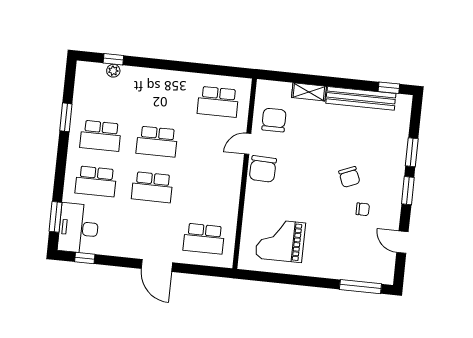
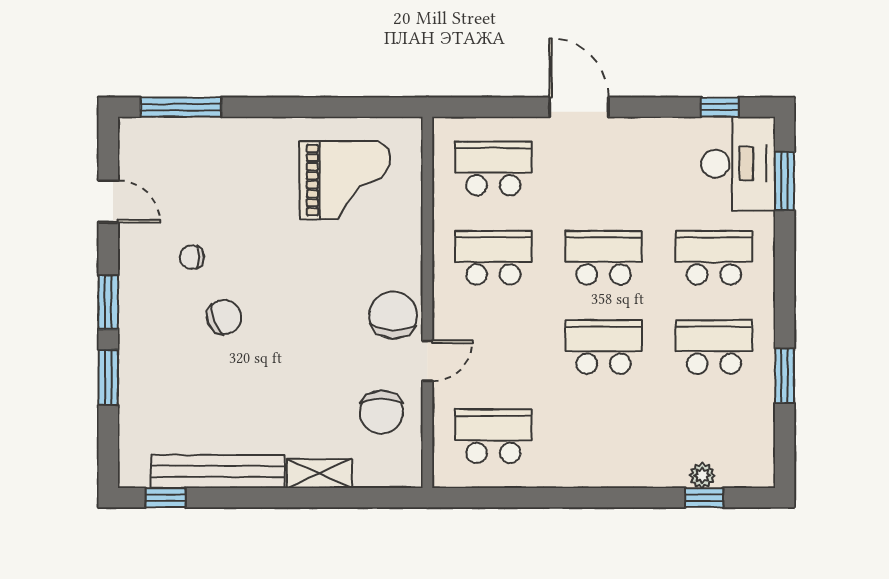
chair: (349, 177) -> (224, 317), turned 90
school desk: (209, 193) -> (493, 258), added

